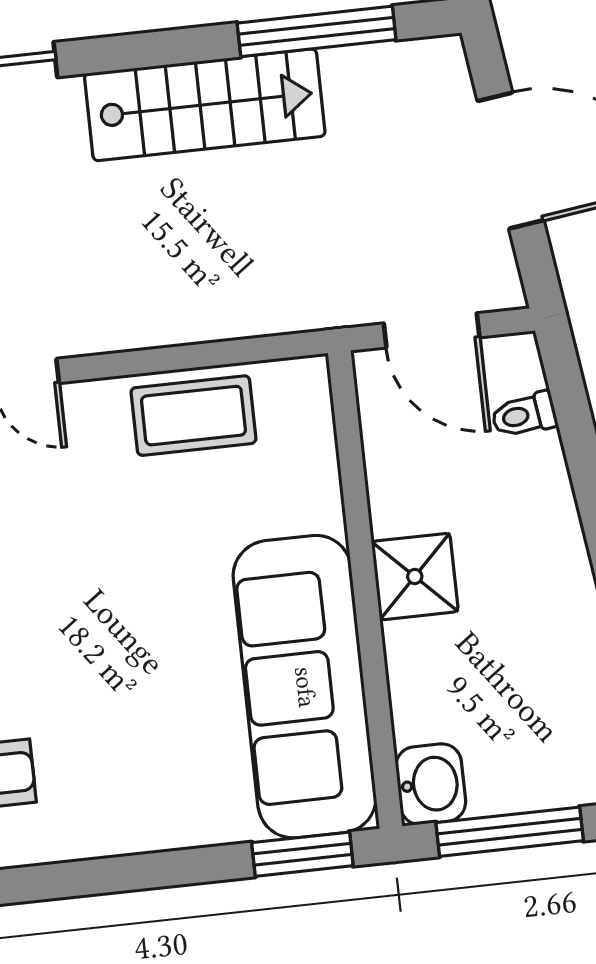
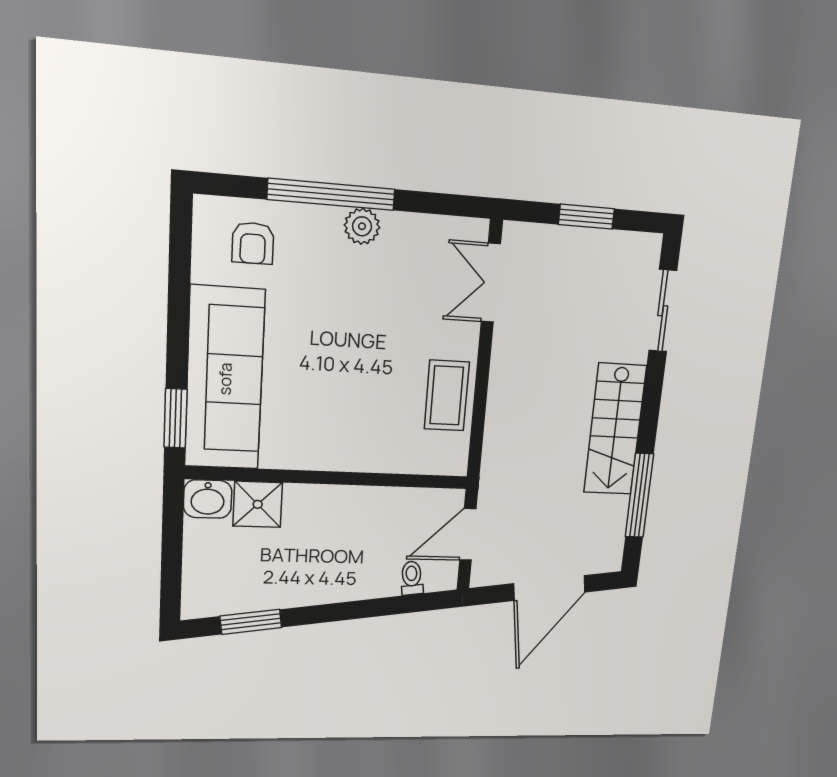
shower: (415, 577) -> (258, 504), moved
sofa: (305, 687) -> (225, 379), moved, turned 90
window: (510, 832) -> (172, 540), removed

